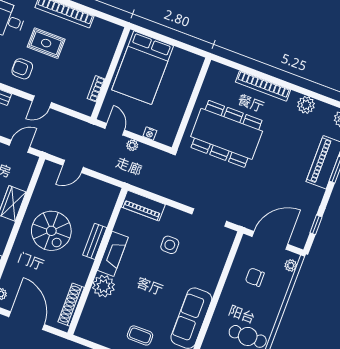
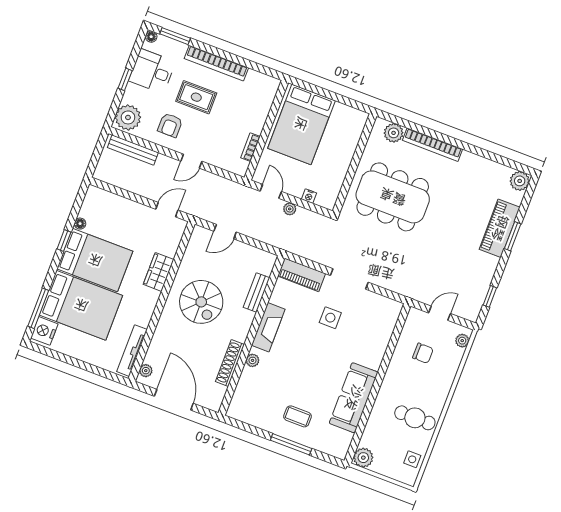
armchair: (22, 69) -> (170, 125), turned -90
plant: (306, 105) -> (394, 133), moved
doorway: (209, 218) -> (349, 279), moved
door: (270, 240) -> (440, 313), width x0.53
bench: (95, 241) -> (256, 293), moved
chair: (255, 277) -> (423, 353), turned 180
plant: (104, 286) -> (253, 360), width x0.53, depth x0.53
shoe rack: (71, 305) -> (230, 363), moved

